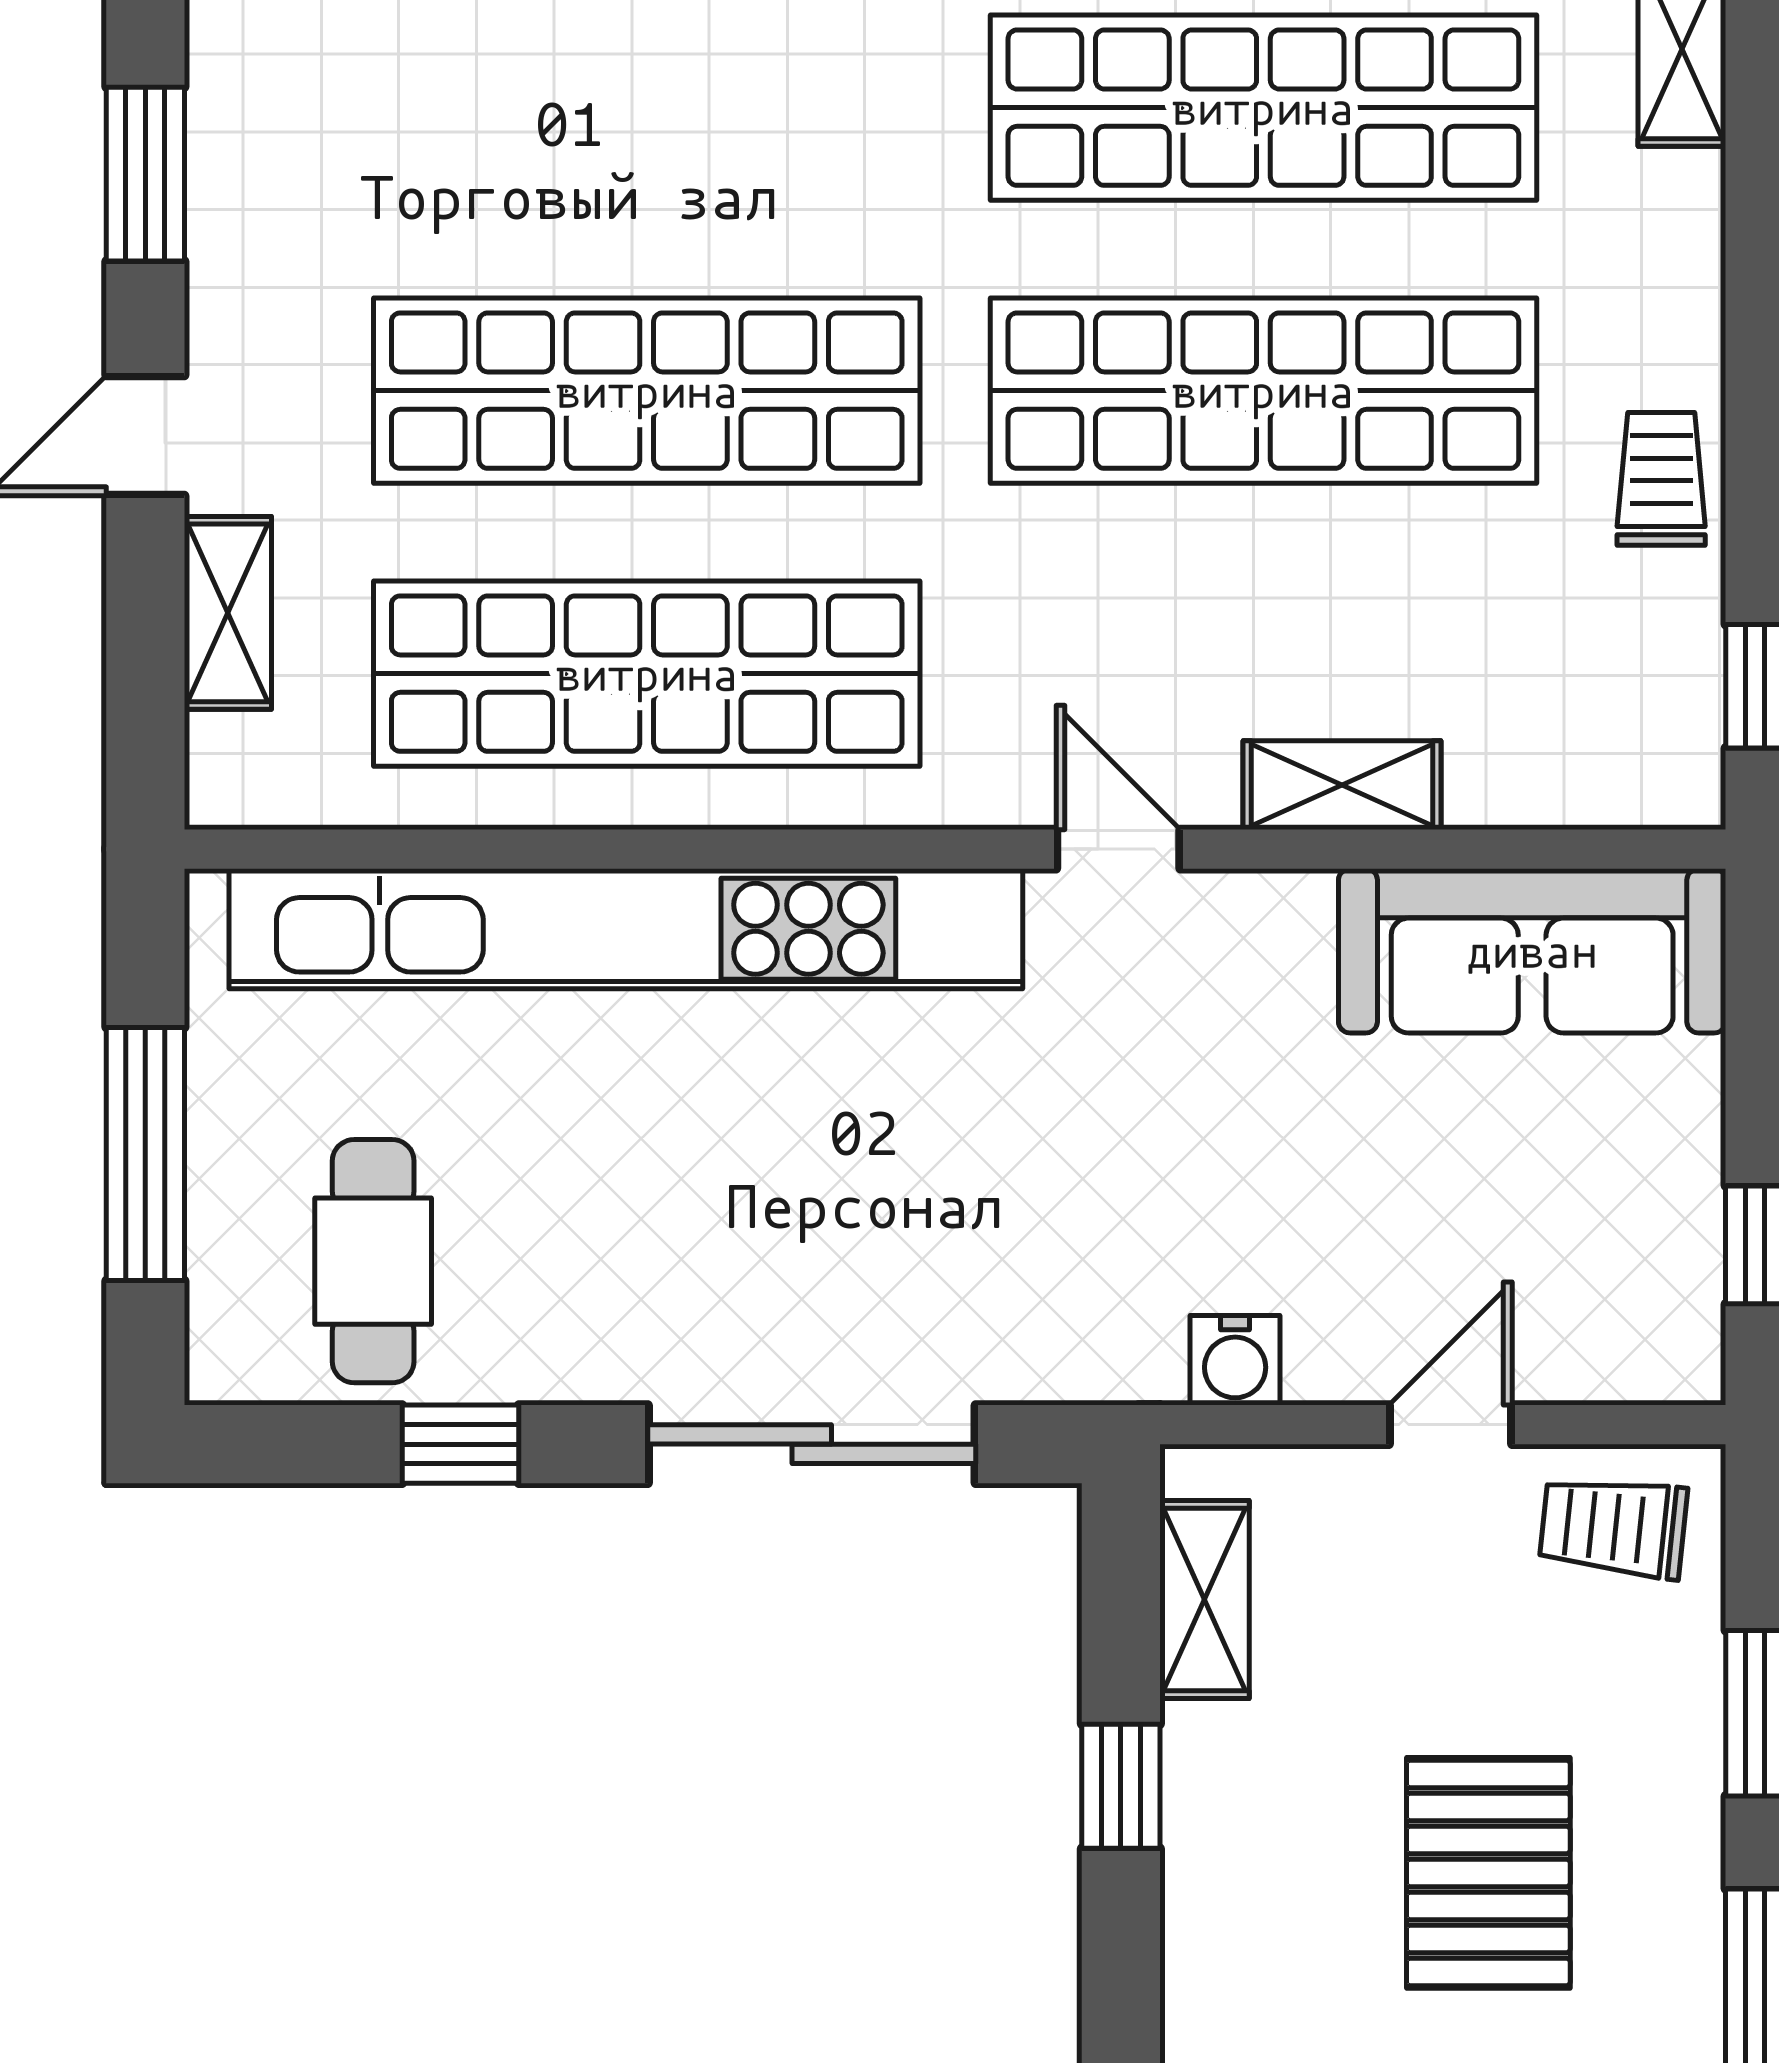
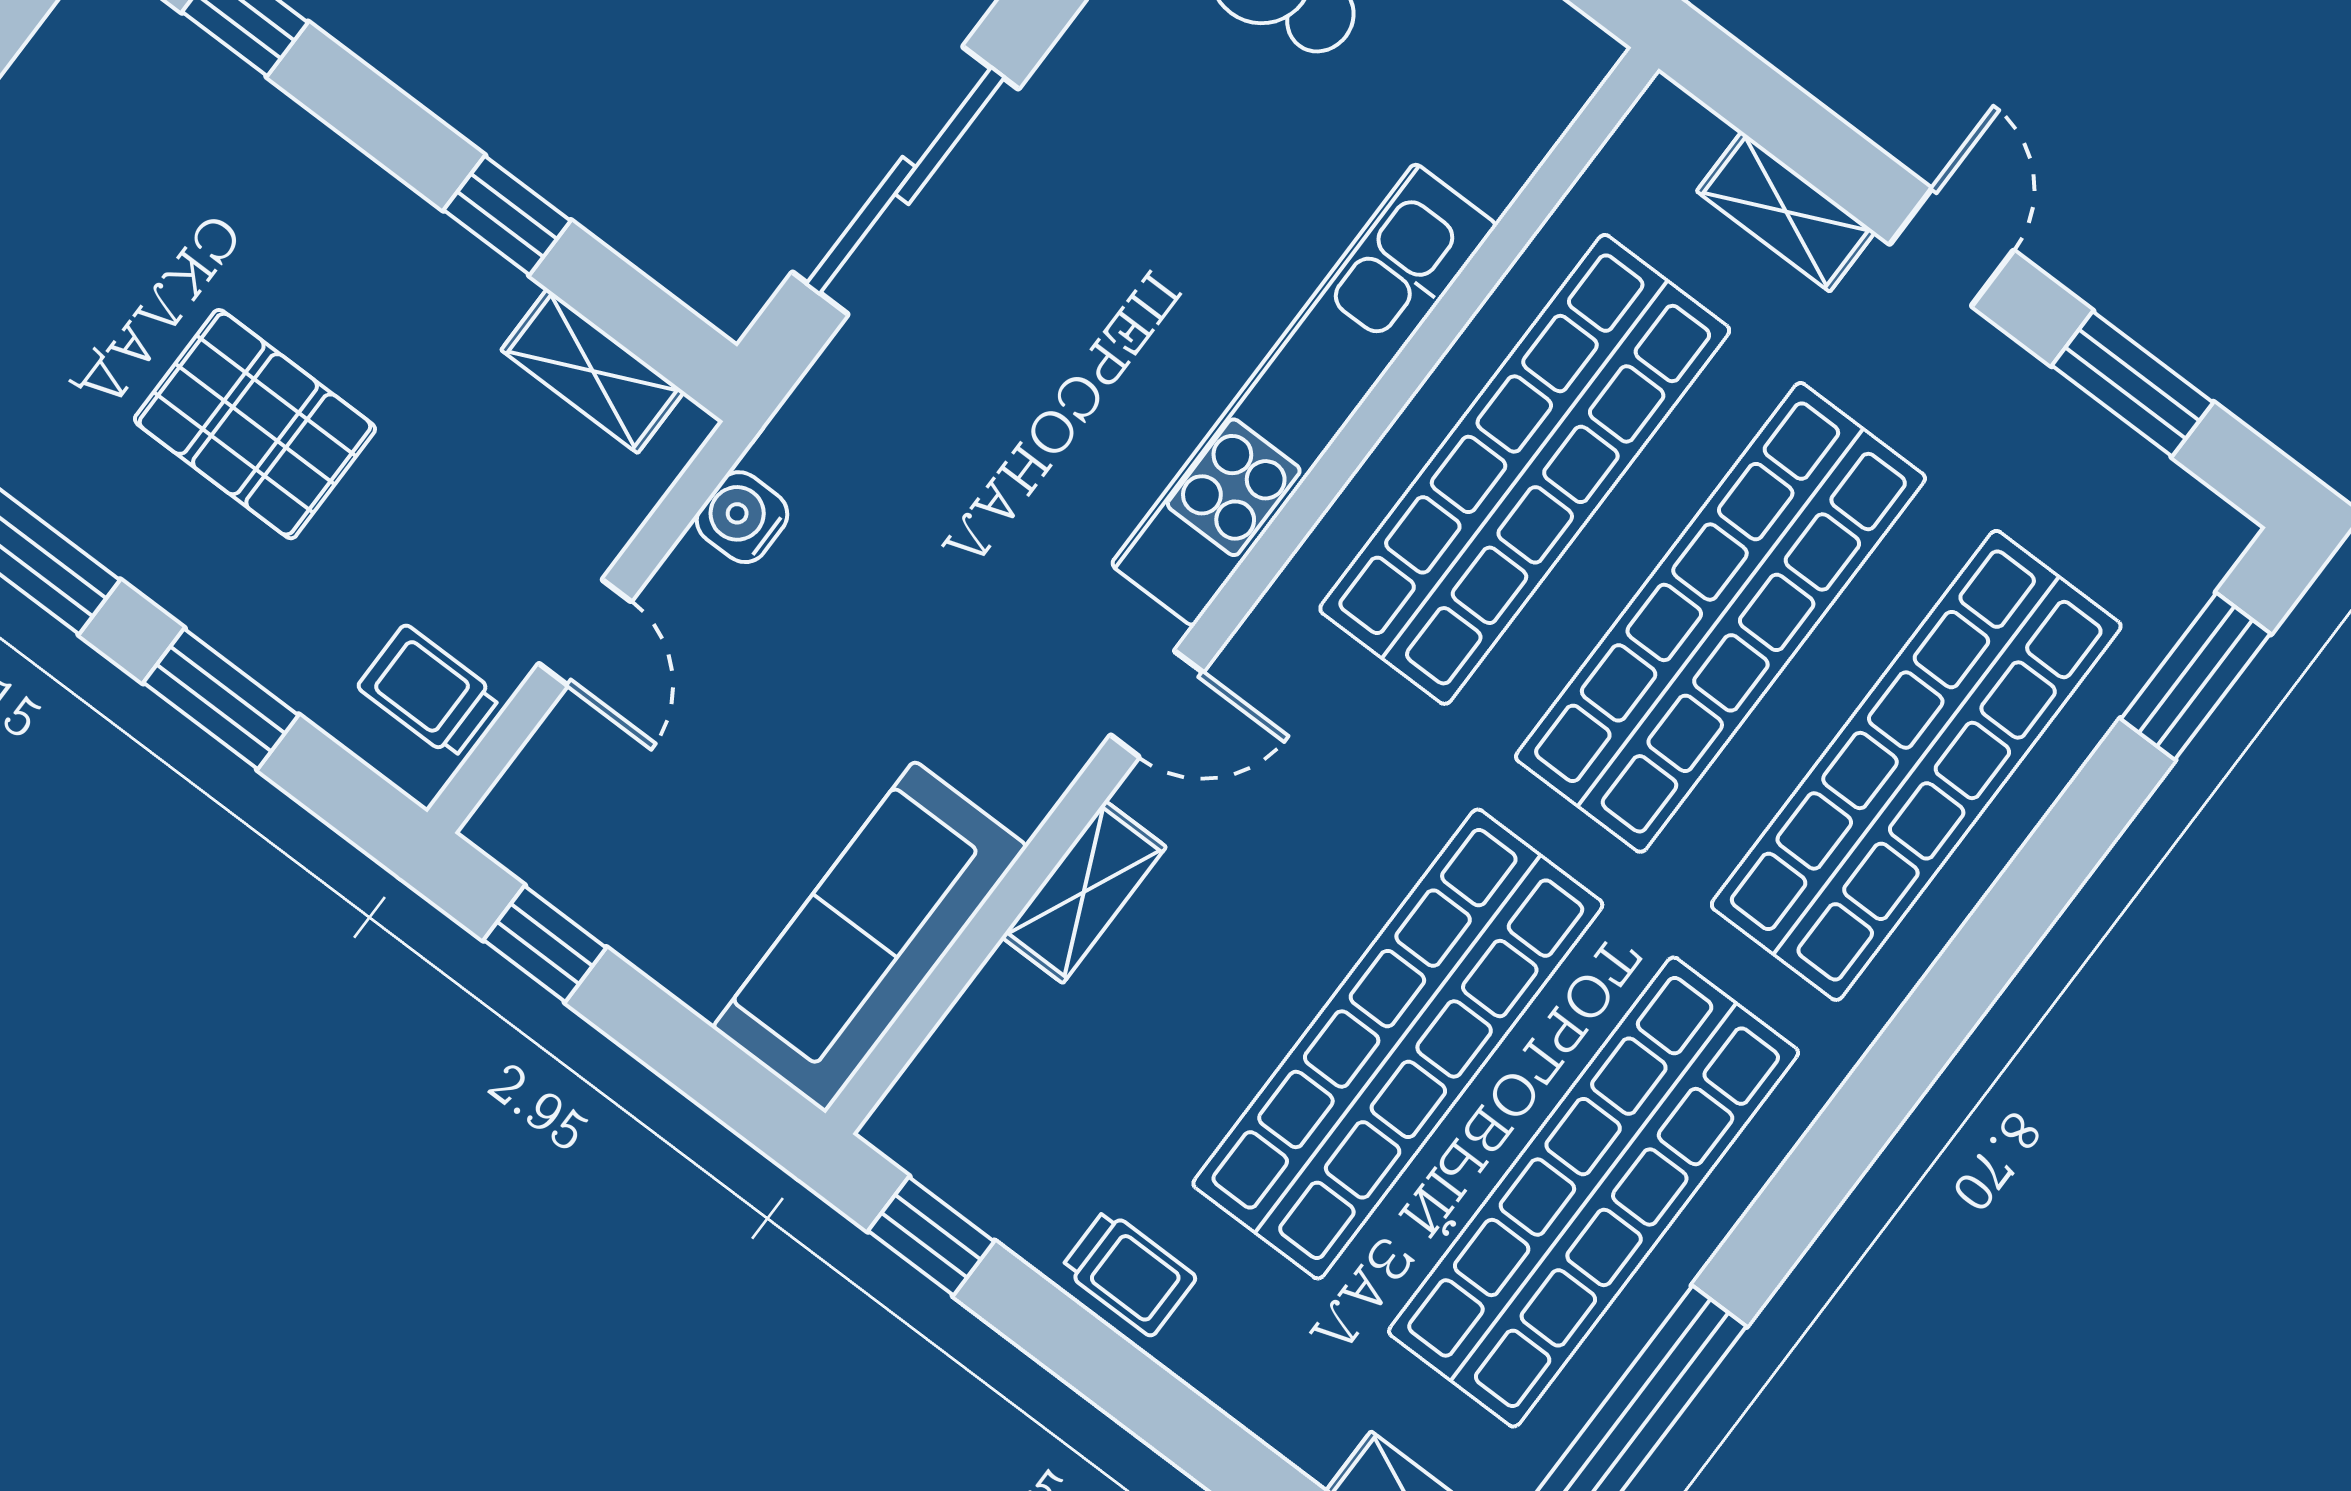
shop shelf: (647, 108) -> (1916, 765), added
kitchen unit: (626, 929) -> (1304, 395), width x0.73
trolley: (1613, 1527) -> (429, 692), turned -96

